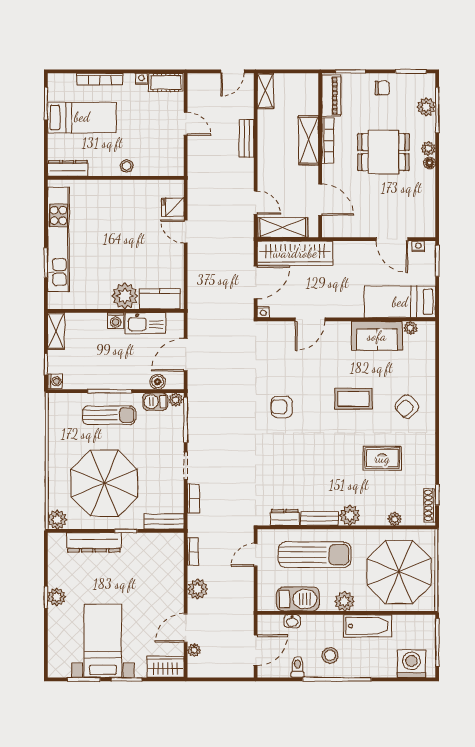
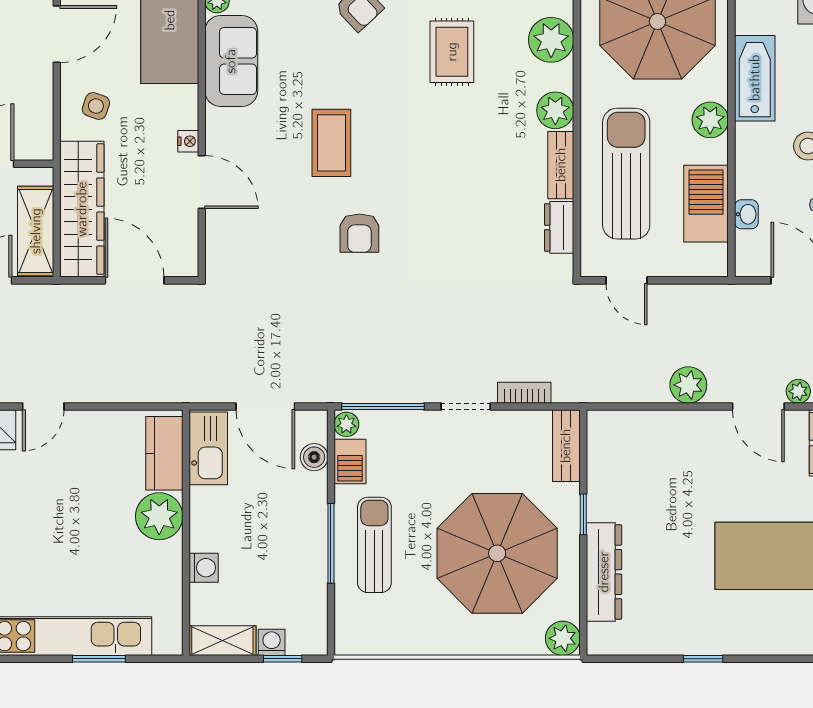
side table: (352, 261) -> (96, 106), added
nightstand: (263, 312) -> (188, 141), moved
washing machine: (116, 321) -> (204, 568), moved
kitchen sink: (145, 323) -> (208, 448), moved
washing machine: (55, 381) -> (272, 642), moved
coffee table: (353, 399) -> (331, 143), moved
plant: (395, 519) -> (551, 40), width x1.88, depth x1.88
bookcase: (193, 552) -> (621, 393), removed
plant: (57, 597) -> (702, 639), removed

